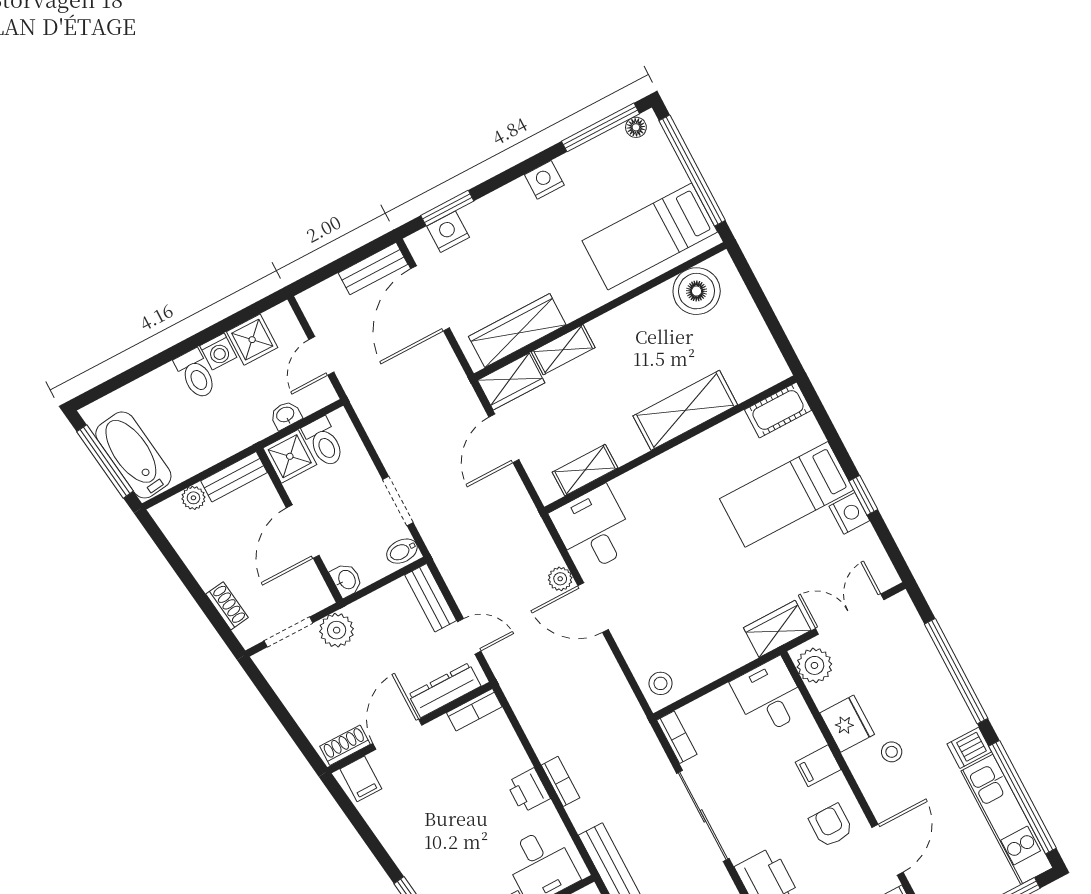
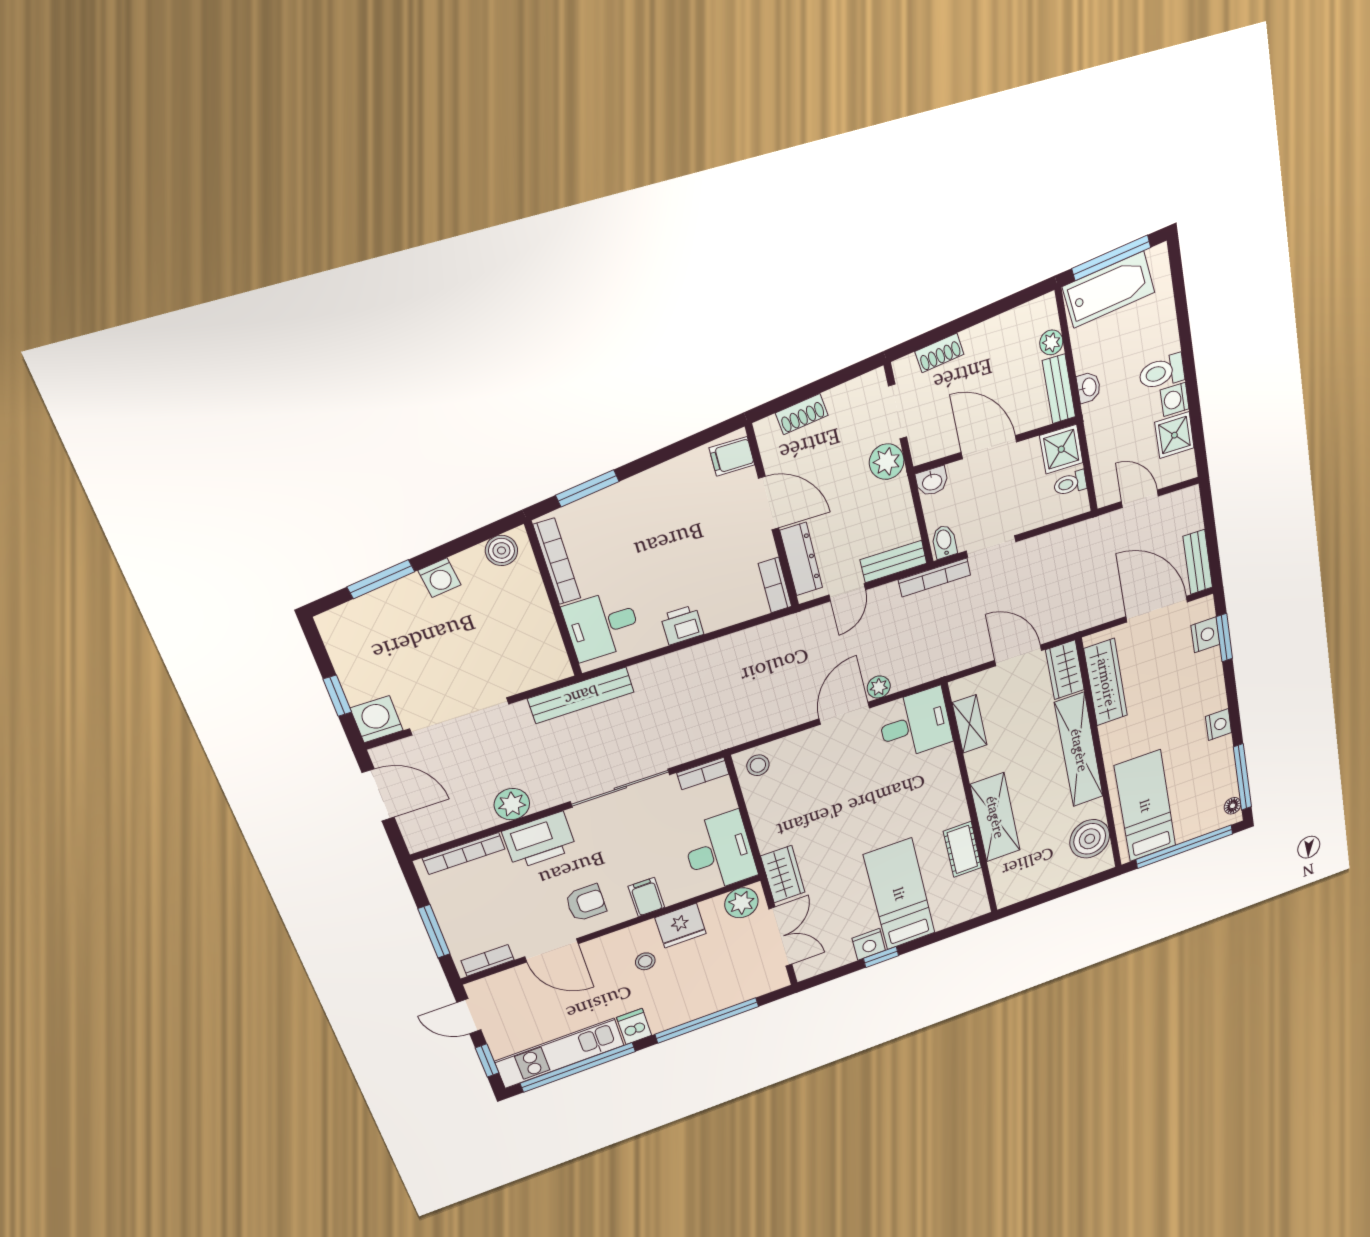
shelving: (563, 350) -> (1079, 750), width x2.20, depth x1.33
cot: (778, 410) -> (962, 849), moved
washbasin: (286, 415) -> (1089, 387), moved
toilet: (324, 442) -> (1070, 483), width x0.73, depth x0.72
desk: (769, 696) -> (719, 852), width x1.37
shoe rack: (345, 745) -> (802, 414), moved, turned 83
bookcase: (560, 781) -> (934, 577), moved, width x1.56

